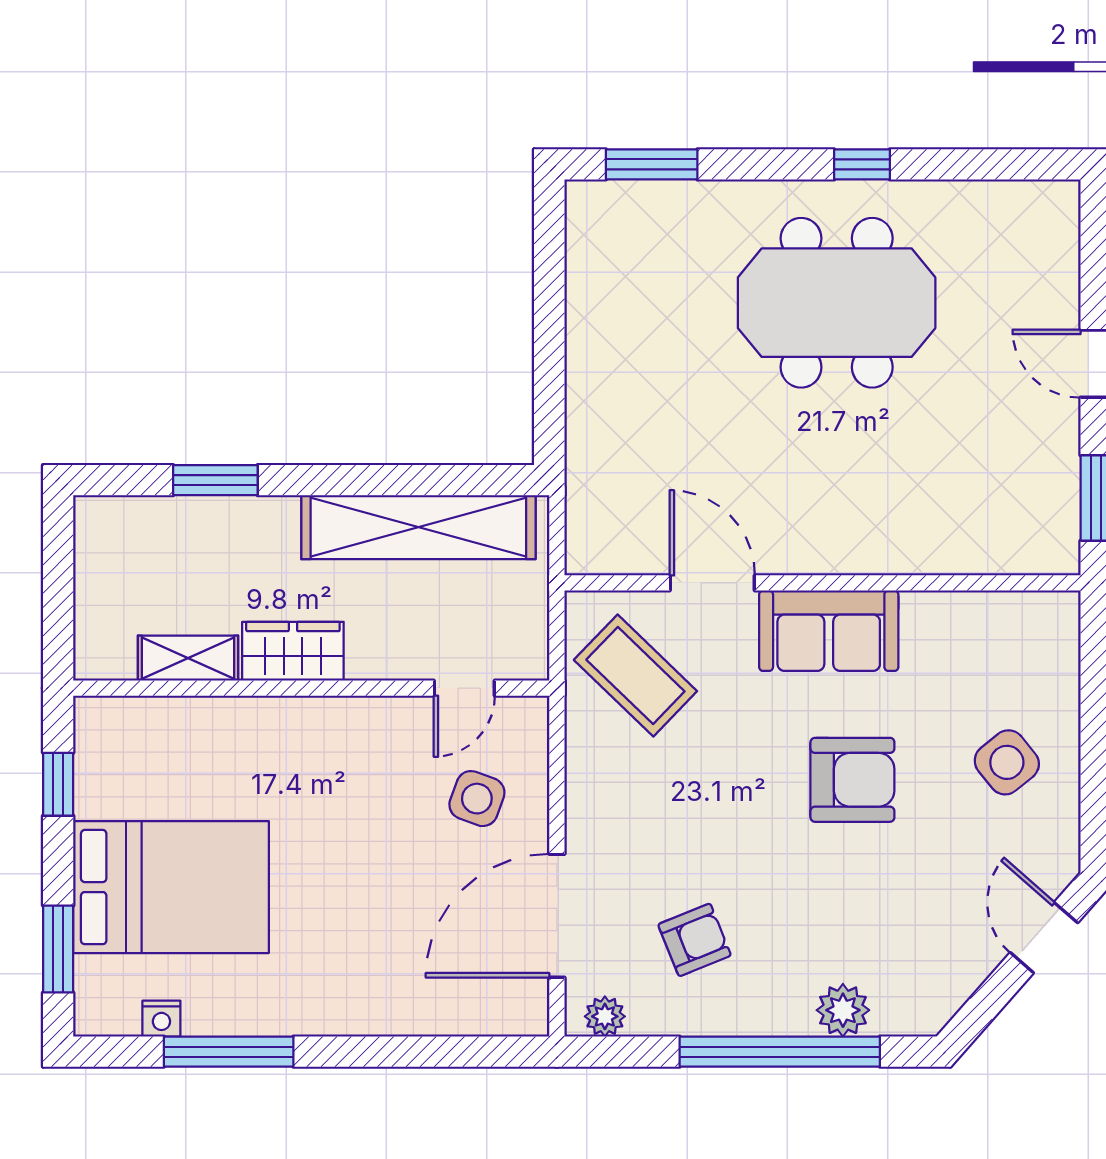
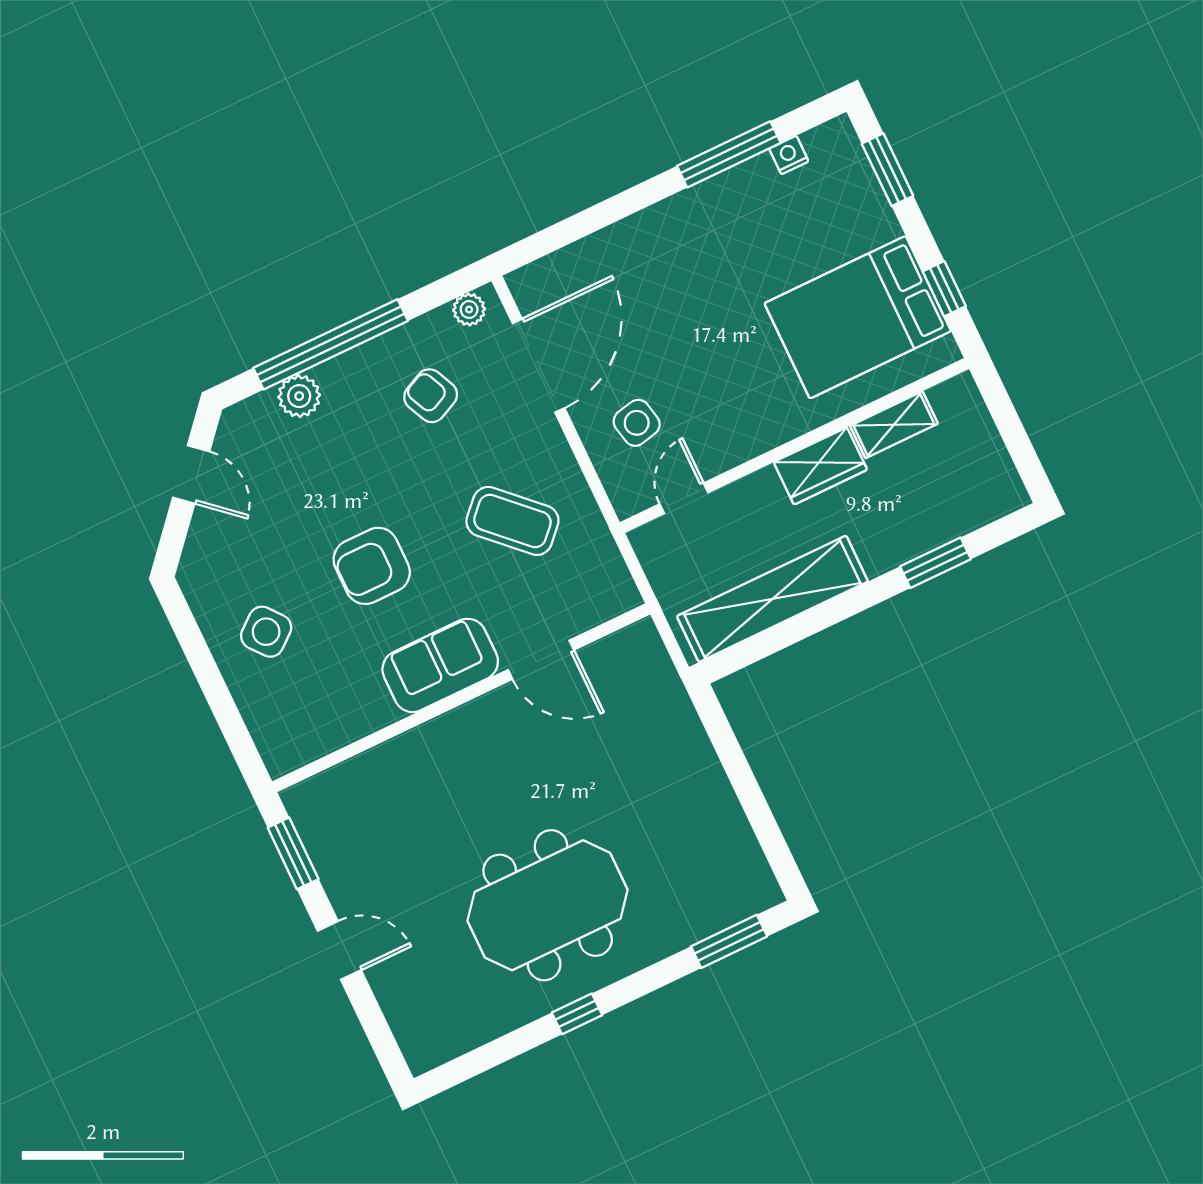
coffee table: (635, 675) -> (512, 521), moved
side table: (477, 799) -> (637, 423), turned -32
bed: (171, 887) -> (858, 317), moved
door: (1044, 938) -> (191, 474), moved
armchair: (695, 940) -> (431, 396), turned 87

